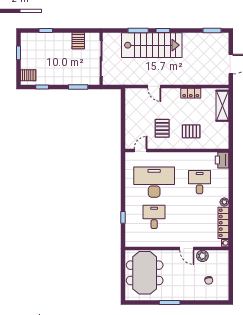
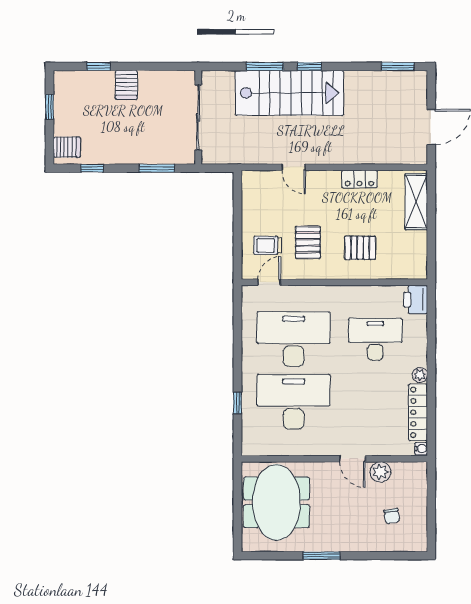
server rack: (78, 41) -> (126, 85), moved
trolley: (140, 130) -> (268, 245), added
desk: (200, 182) -> (375, 339), width x1.37
desk: (154, 217) -> (294, 402), width x1.87, depth x1.30

